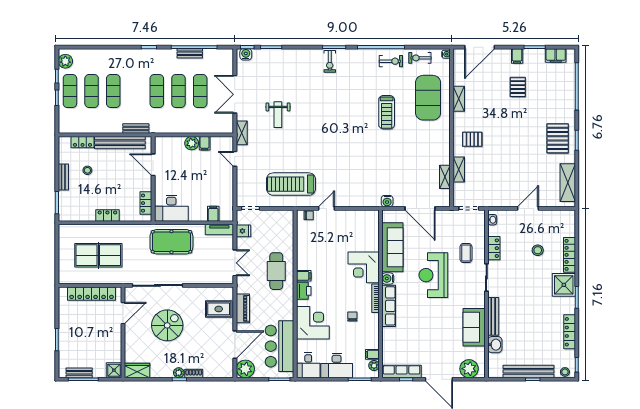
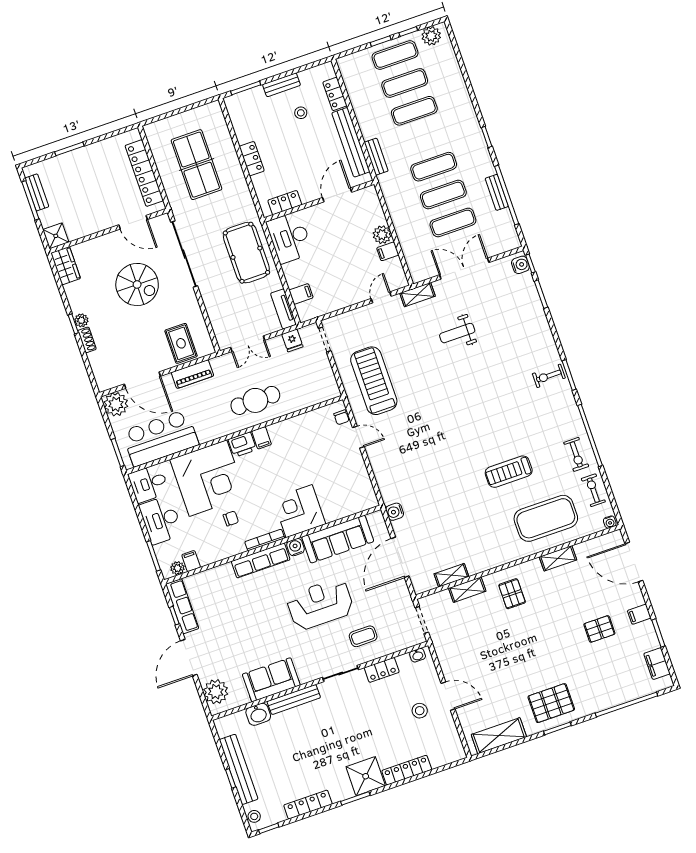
stool: (538, 250) -> (420, 711), moved
corner desk: (313, 323) -> (208, 478), width x1.36, depth x1.36

